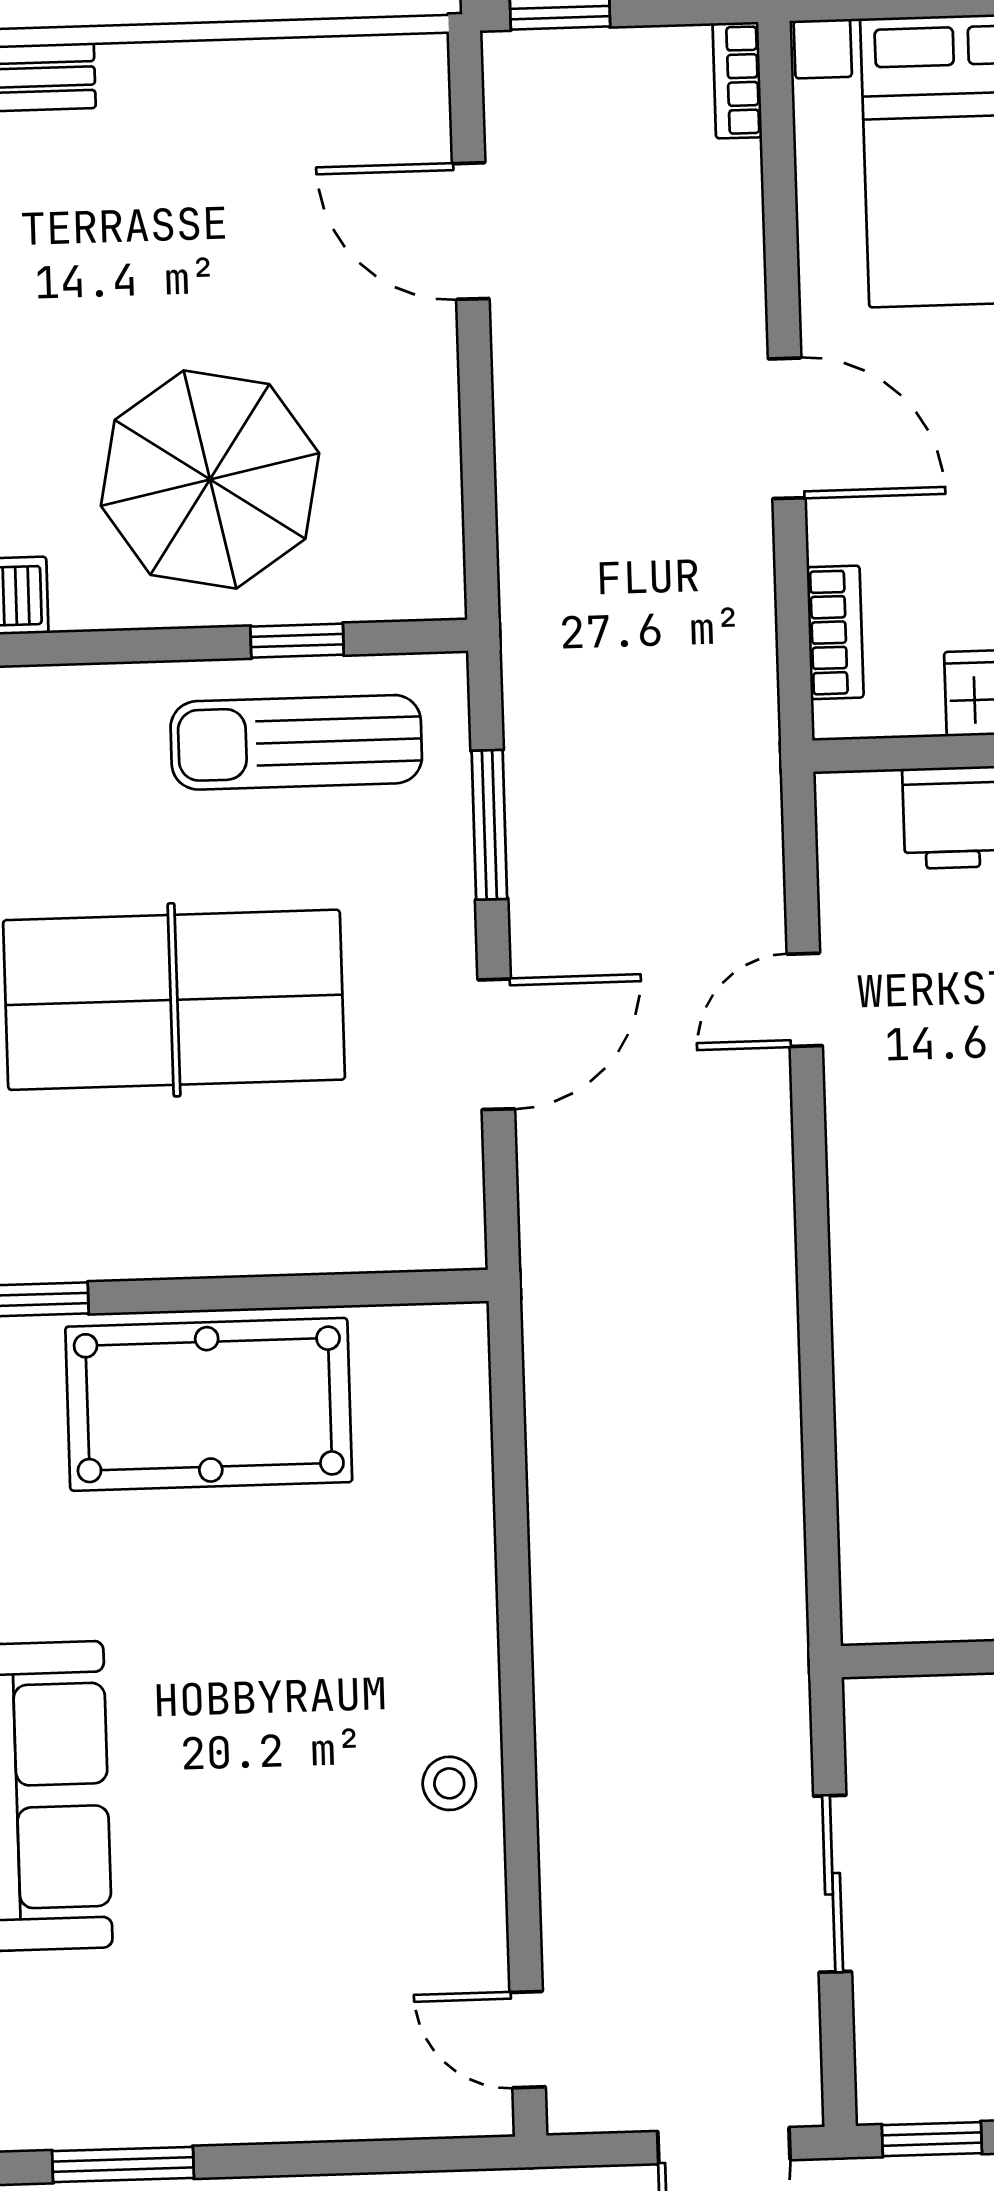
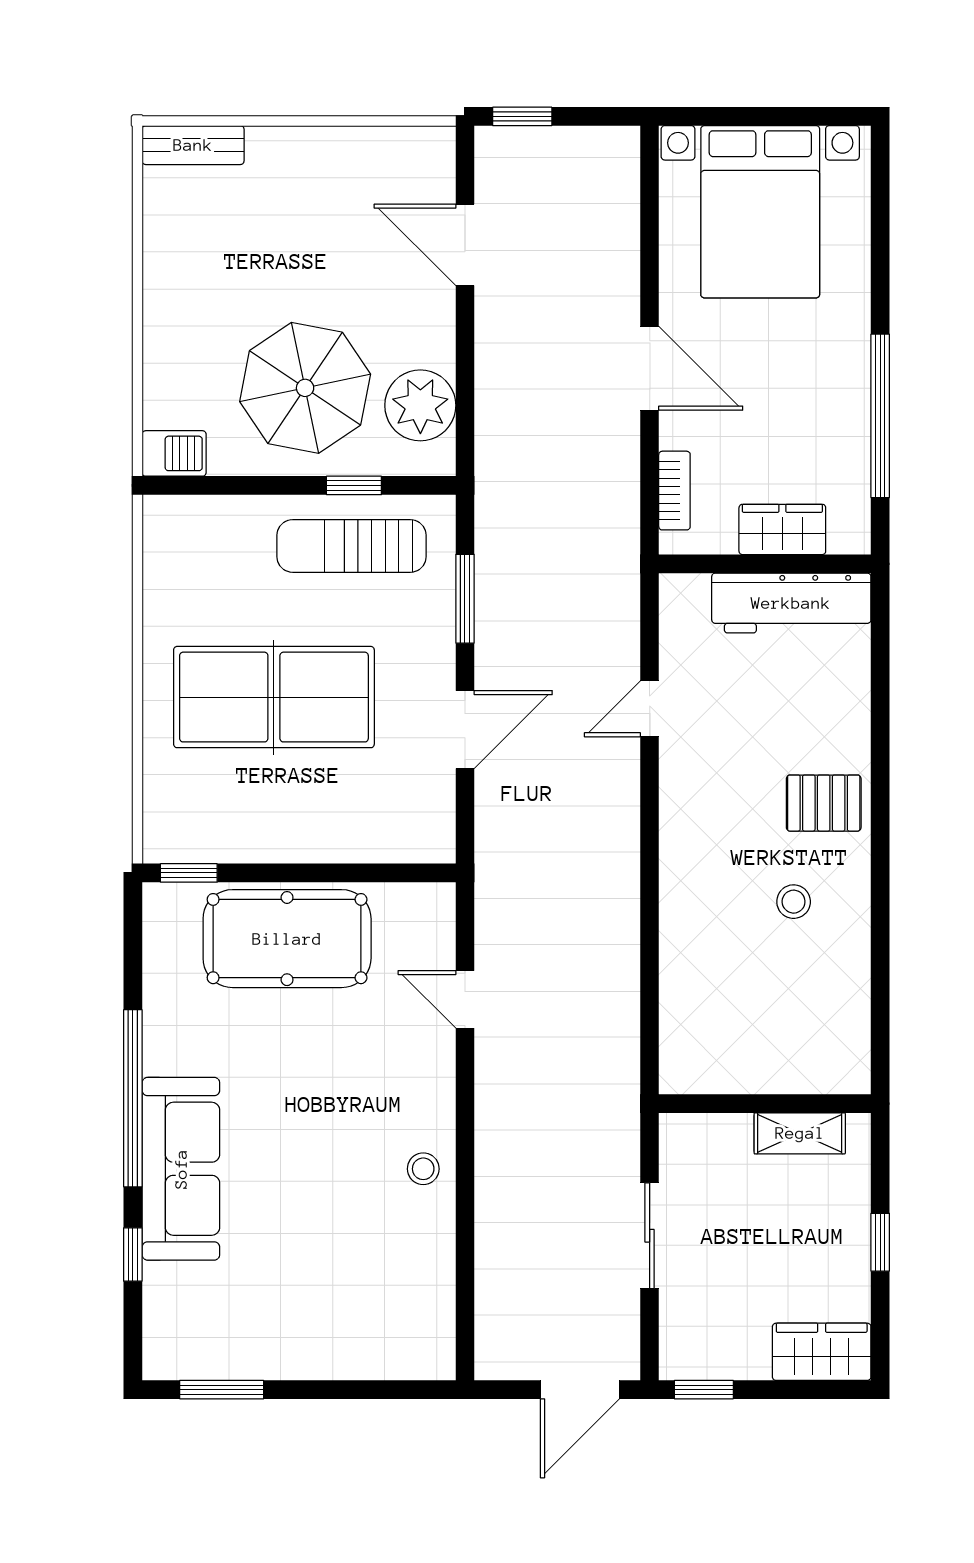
bookcase: (737, 80) -> (627, 160), removed
plant: (404, 503) -> (420, 405), added
door: (528, 2040) -> (465, 999), moved

